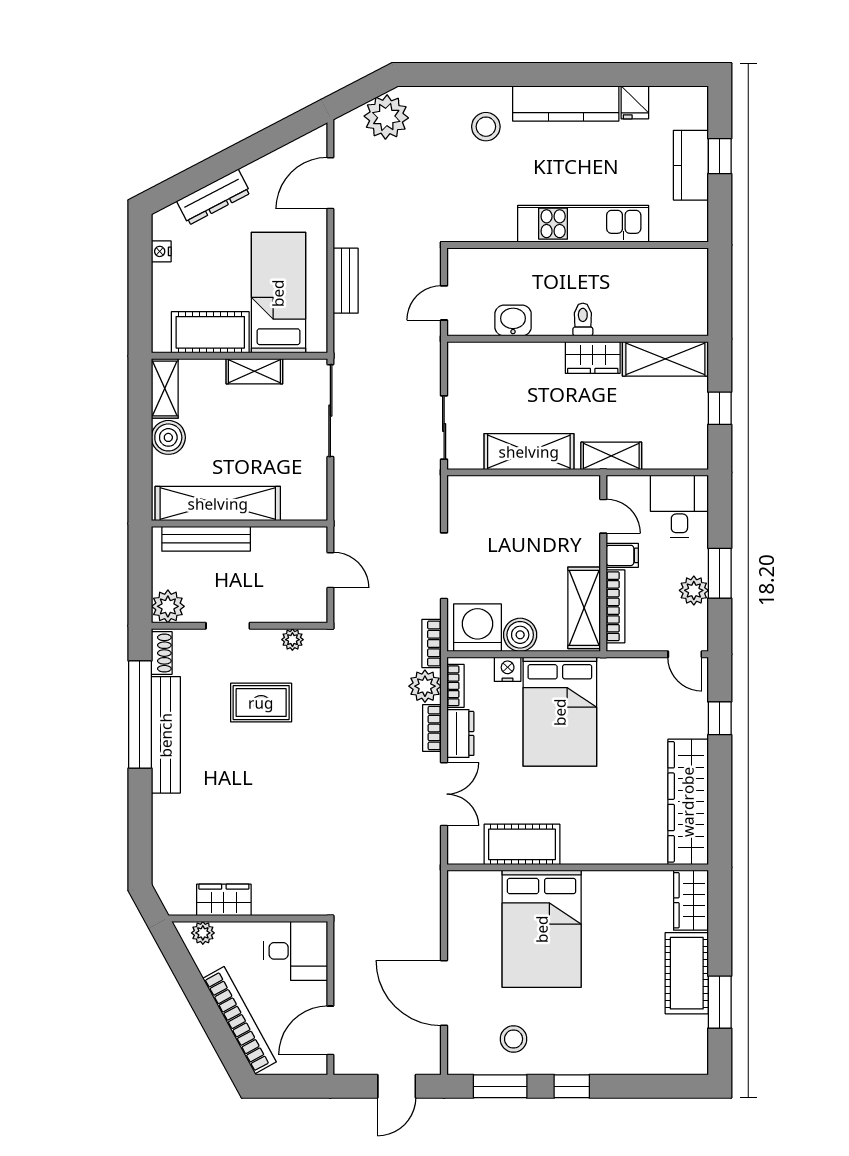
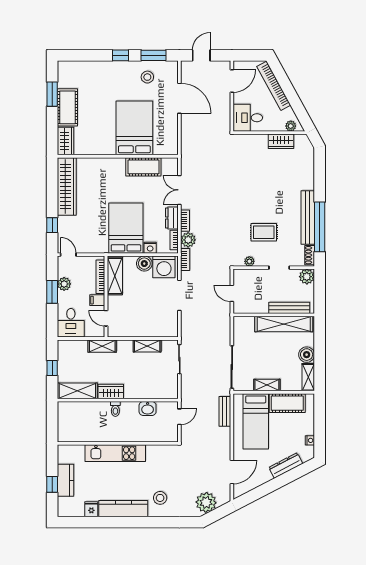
bench: (346, 281) -> (225, 411), moved
shelving: (529, 452) -> (147, 346), width x0.67, depth x0.75

